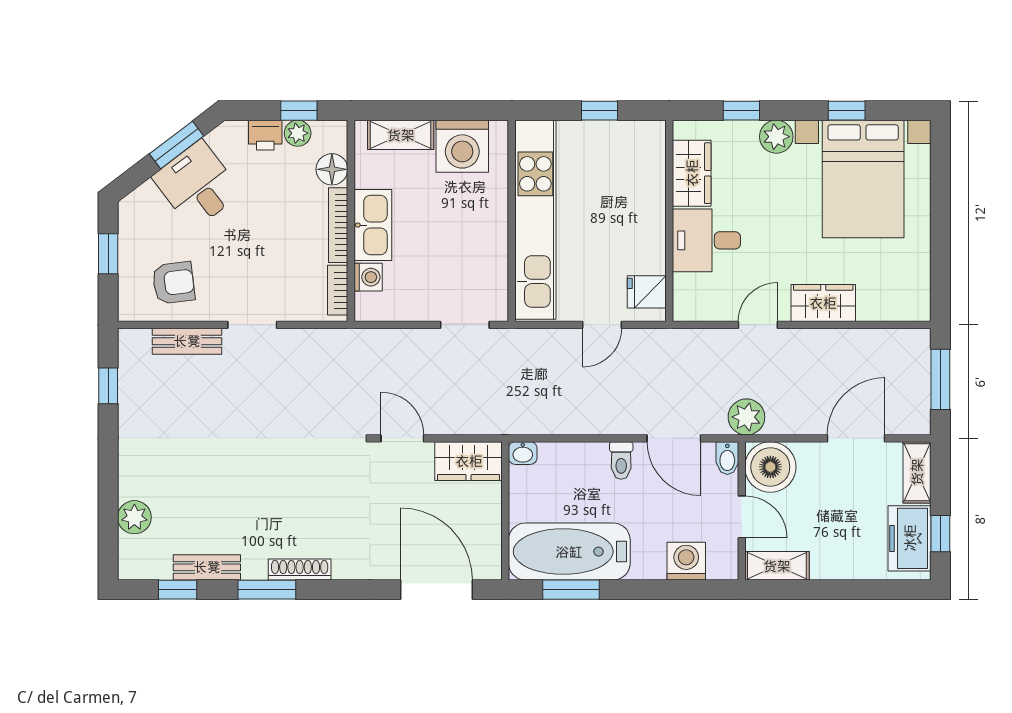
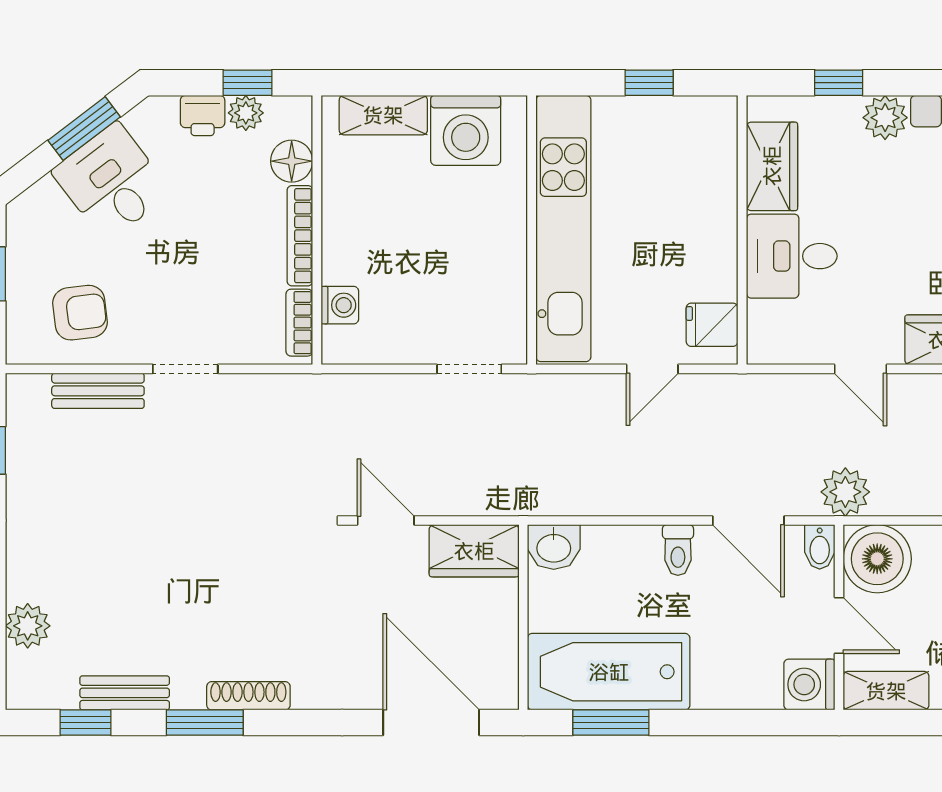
kitchen sink: (373, 225) -> (346, 236), removed
door: (758, 325) -> (861, 369), swing flipped
washbasin: (523, 453) -> (554, 547), width x1.38, depth x1.45
washing machine: (686, 561) -> (809, 684), moved, turned -90

